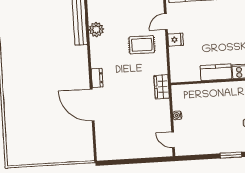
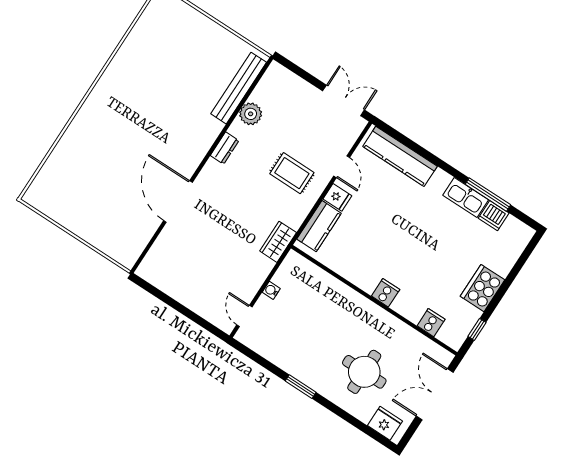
door: (166, 22) -> (342, 167), swing flipped
kitchen counter: (216, 72) -> (319, 226), moved, turned 90
dresser: (97, 78) -> (225, 148), moved

